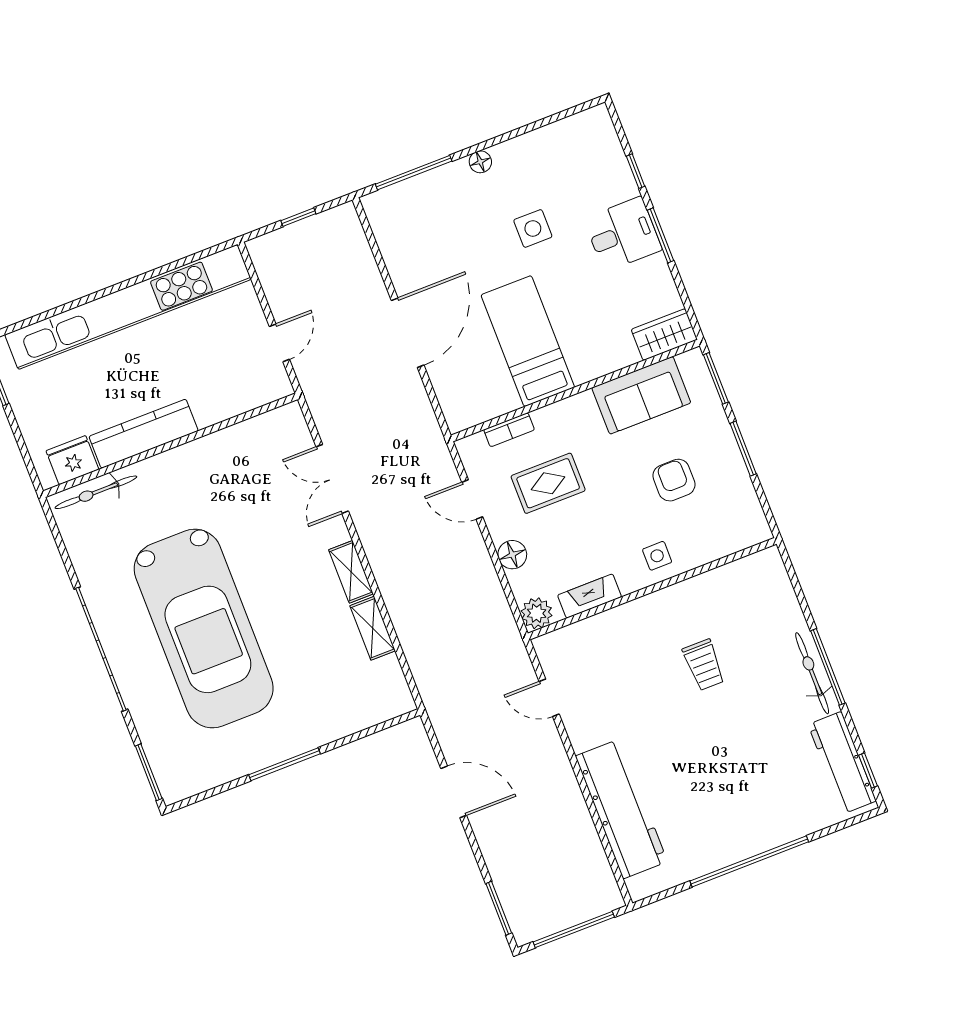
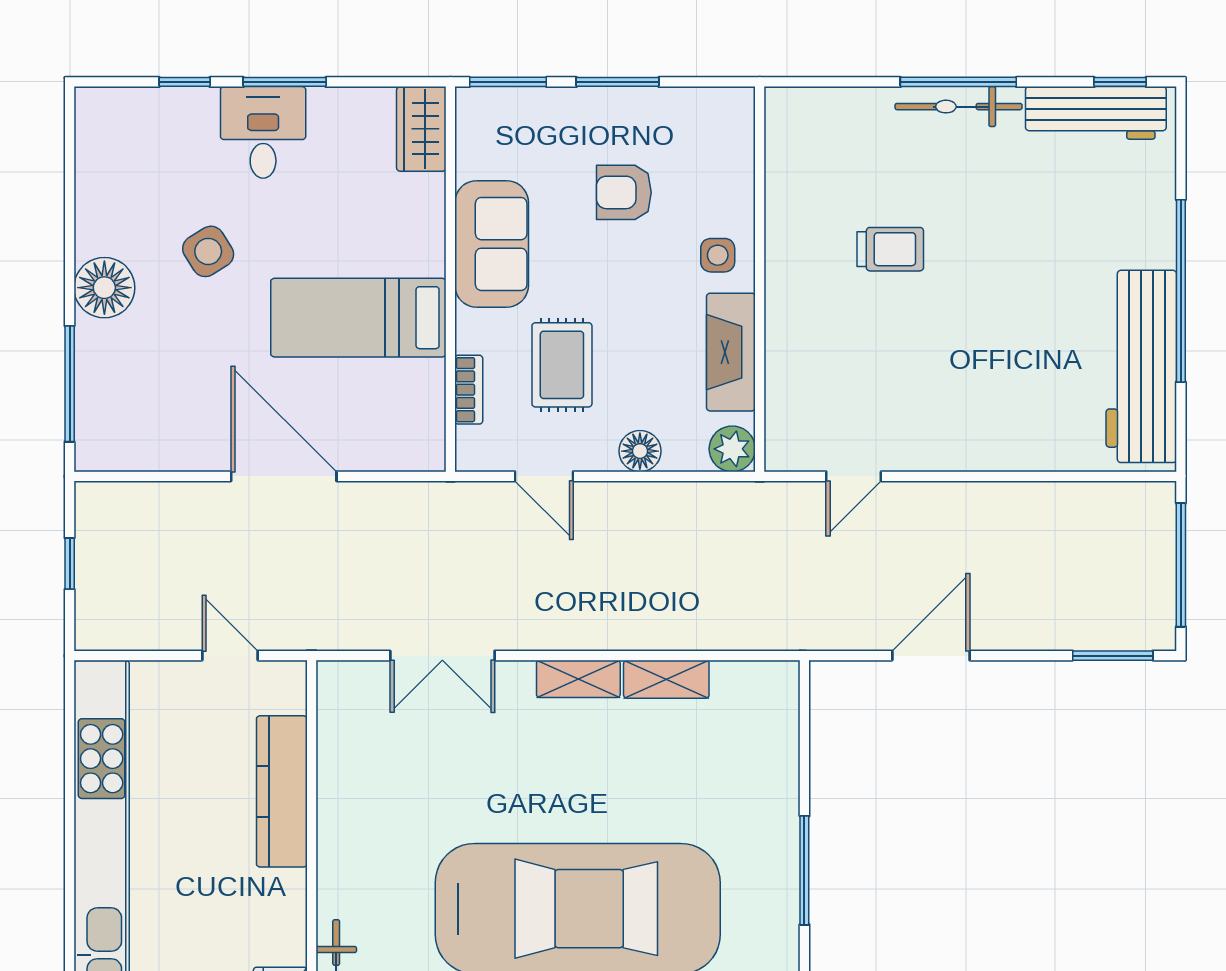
floor lamp: (480, 162) -> (104, 288), width x1.89, depth x1.89
side table: (533, 228) -> (208, 251), turned -32
sofa: (641, 395) -> (492, 244), moved
kitchen counter: (144, 434) -> (282, 791), moved
door: (472, 499) -> (544, 476), hinge flipped
fireplace: (590, 596) -> (731, 352), width x1.37, depth x1.32
workbench: (621, 809) -> (1141, 366), moved, turned -90

